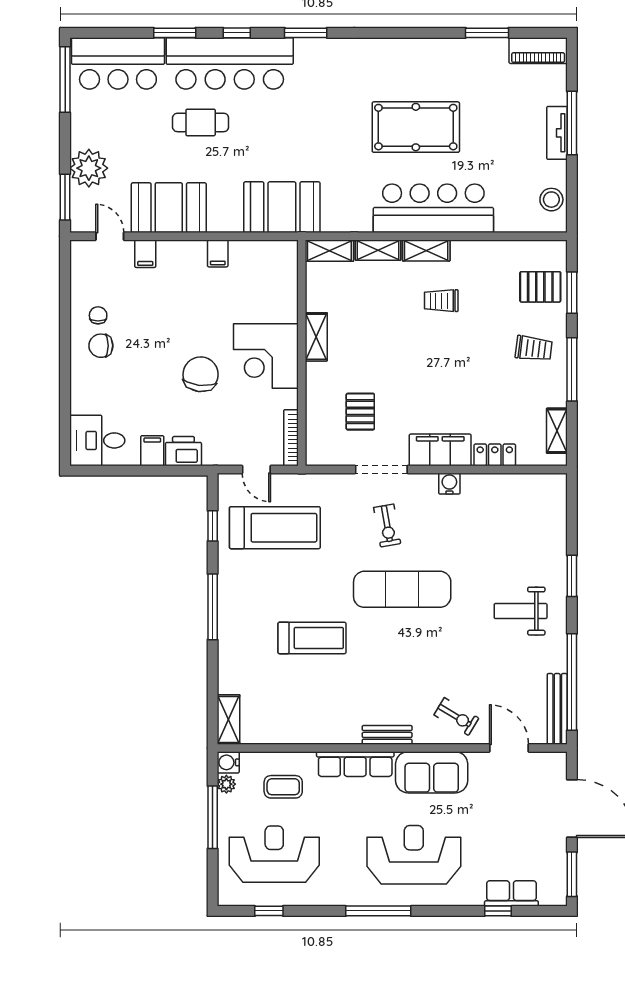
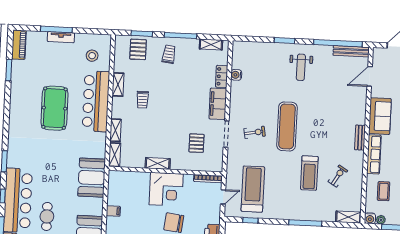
stool: (551, 200) -> (92, 56), moved
shelving: (426, 250) -> (118, 84), moved
pallet: (360, 412) -> (196, 143), turned 90
water cooler: (449, 484) -> (236, 75), moved
window: (213, 607) -> (305, 223), moved
treadmill: (312, 638) -> (309, 173), turned 180
exercise bike: (456, 717) -> (338, 176), moved

